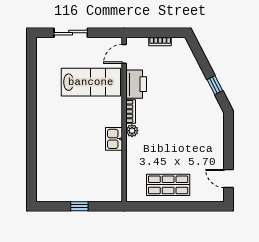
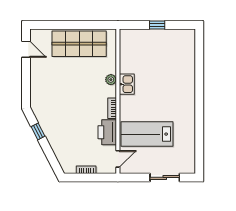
plant: (132, 131) -> (111, 80), moved
shop shelf: (168, 185) -> (79, 44), width x1.43, depth x1.36

